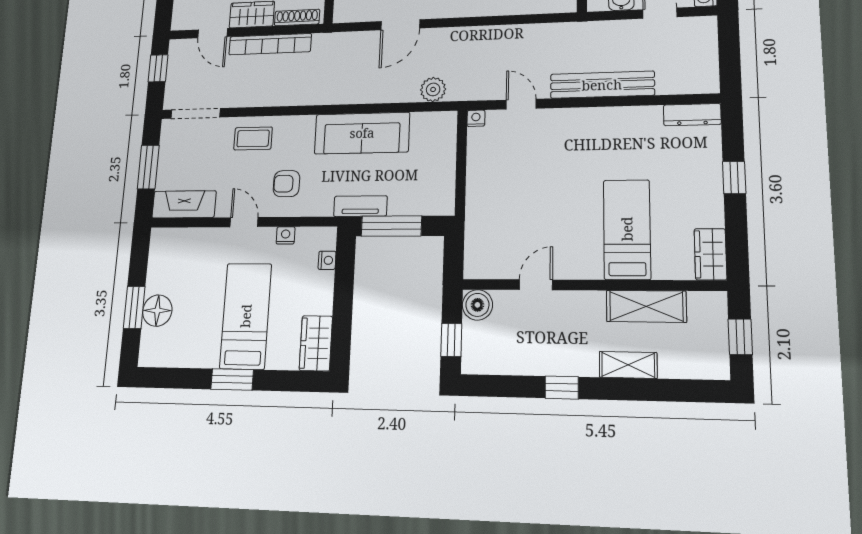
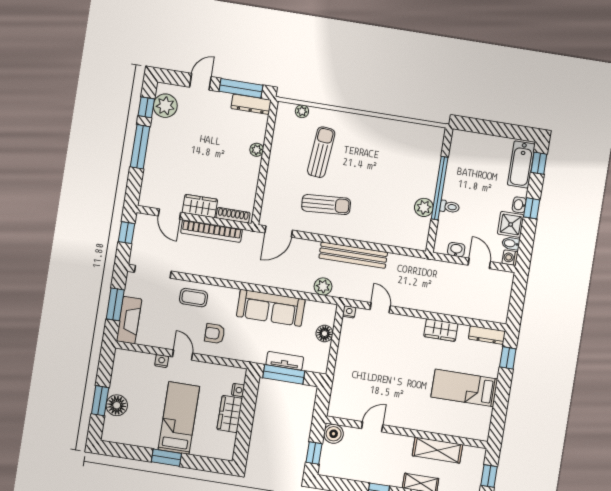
door: (400, 25) -> (279, 231), moved
bench: (602, 85) -> (353, 255), moved
floor lamp: (444, 156) -> (324, 334), added
window: (734, 178) -> (508, 358), moved
fireplace: (184, 204) -> (129, 320), moved, turned 90
tv unit: (360, 206) -> (285, 361), moved
bed: (627, 229) -> (464, 388), moved, turned -90
nightstand: (286, 235) -> (162, 361), moved
wardrobe: (710, 254) -> (441, 330), moved, turned -90
wardrobe: (316, 343) -> (230, 414), moved

